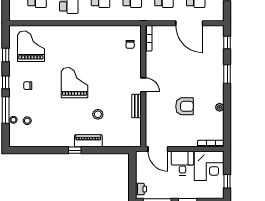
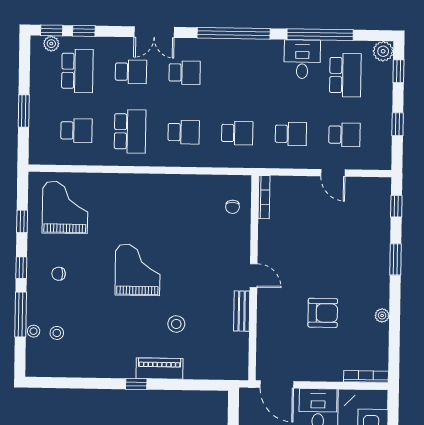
door: (189, 23) -> (333, 173), width x0.53

